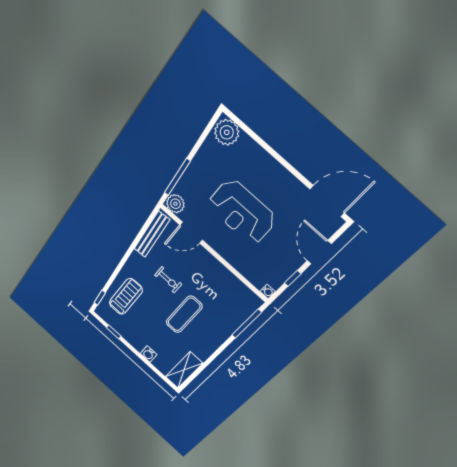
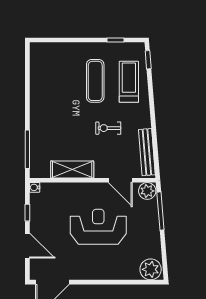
door: (191, 232) -> (120, 180), swing flipped
treadmill: (126, 297) -> (129, 82), turned 180
exercise mat: (184, 314) -> (95, 81), moved
water cooler: (149, 354) -> (75, 49), removed
shelving: (184, 370) -> (72, 169), moved, turned 90

